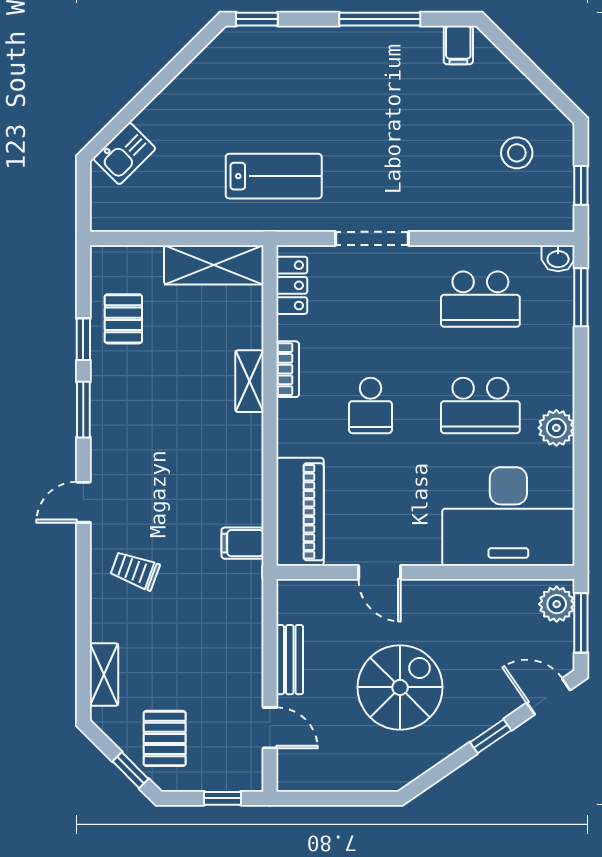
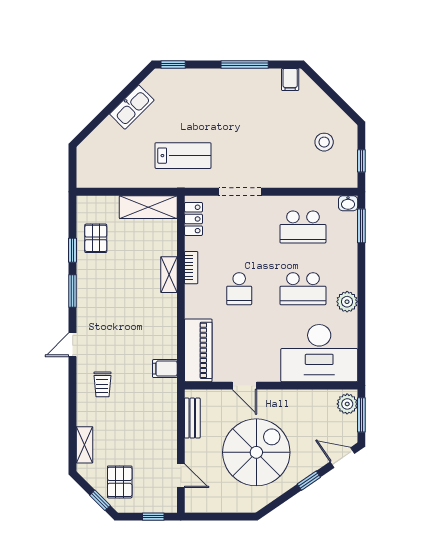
kitchen sink: (124, 154) -> (132, 107), moved, width x1.38
trolley: (135, 570) -> (102, 384), turned -110
bench: (290, 660) -> (192, 418), moved
spiral stairs: (400, 687) -> (256, 452), width x1.37, depth x1.37

